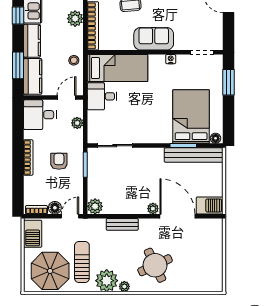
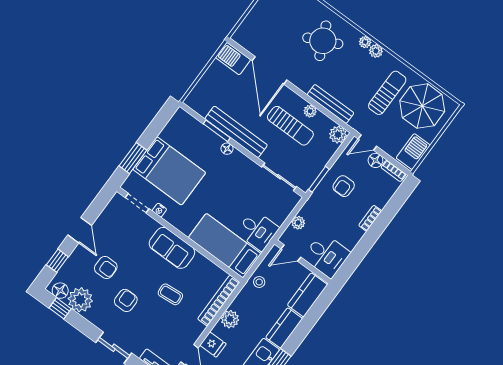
nightstand: (171, 59) -> (159, 210), moved
window: (18, 65) -> (313, 315), removed
bed: (191, 117) -> (169, 171), moved, turned -90
floor lamp: (216, 138) -> (227, 149), moved
bench: (194, 155) -> (236, 132), moved
bookcase: (28, 157) -> (370, 218), width x0.64
armchair: (59, 161) -> (344, 186), moved
sun lounger: (134, 188) -> (290, 126), added
plant: (153, 209) -> (310, 111), moved
bench: (122, 224) -> (330, 104), width x1.36
sun lounger: (82, 262) -> (387, 93), turned 180
plant: (107, 281) -> (376, 51), width x0.53, depth x0.53

